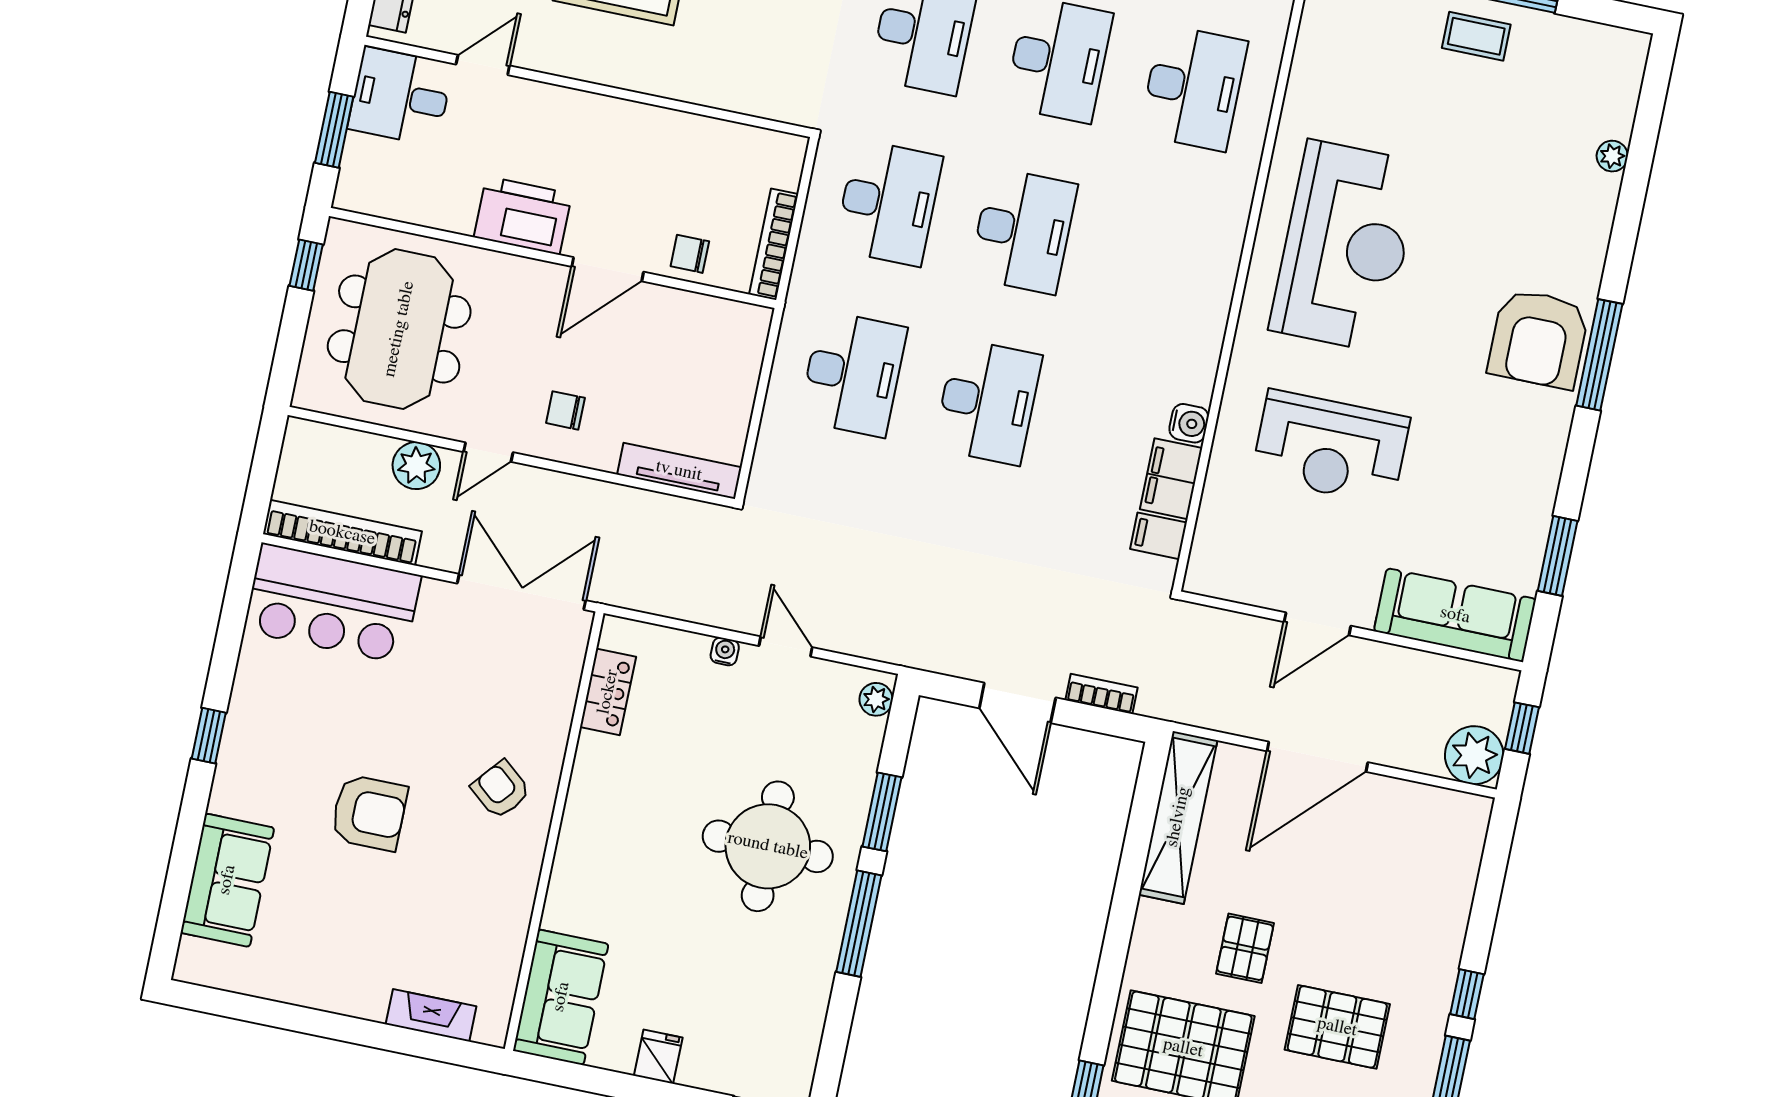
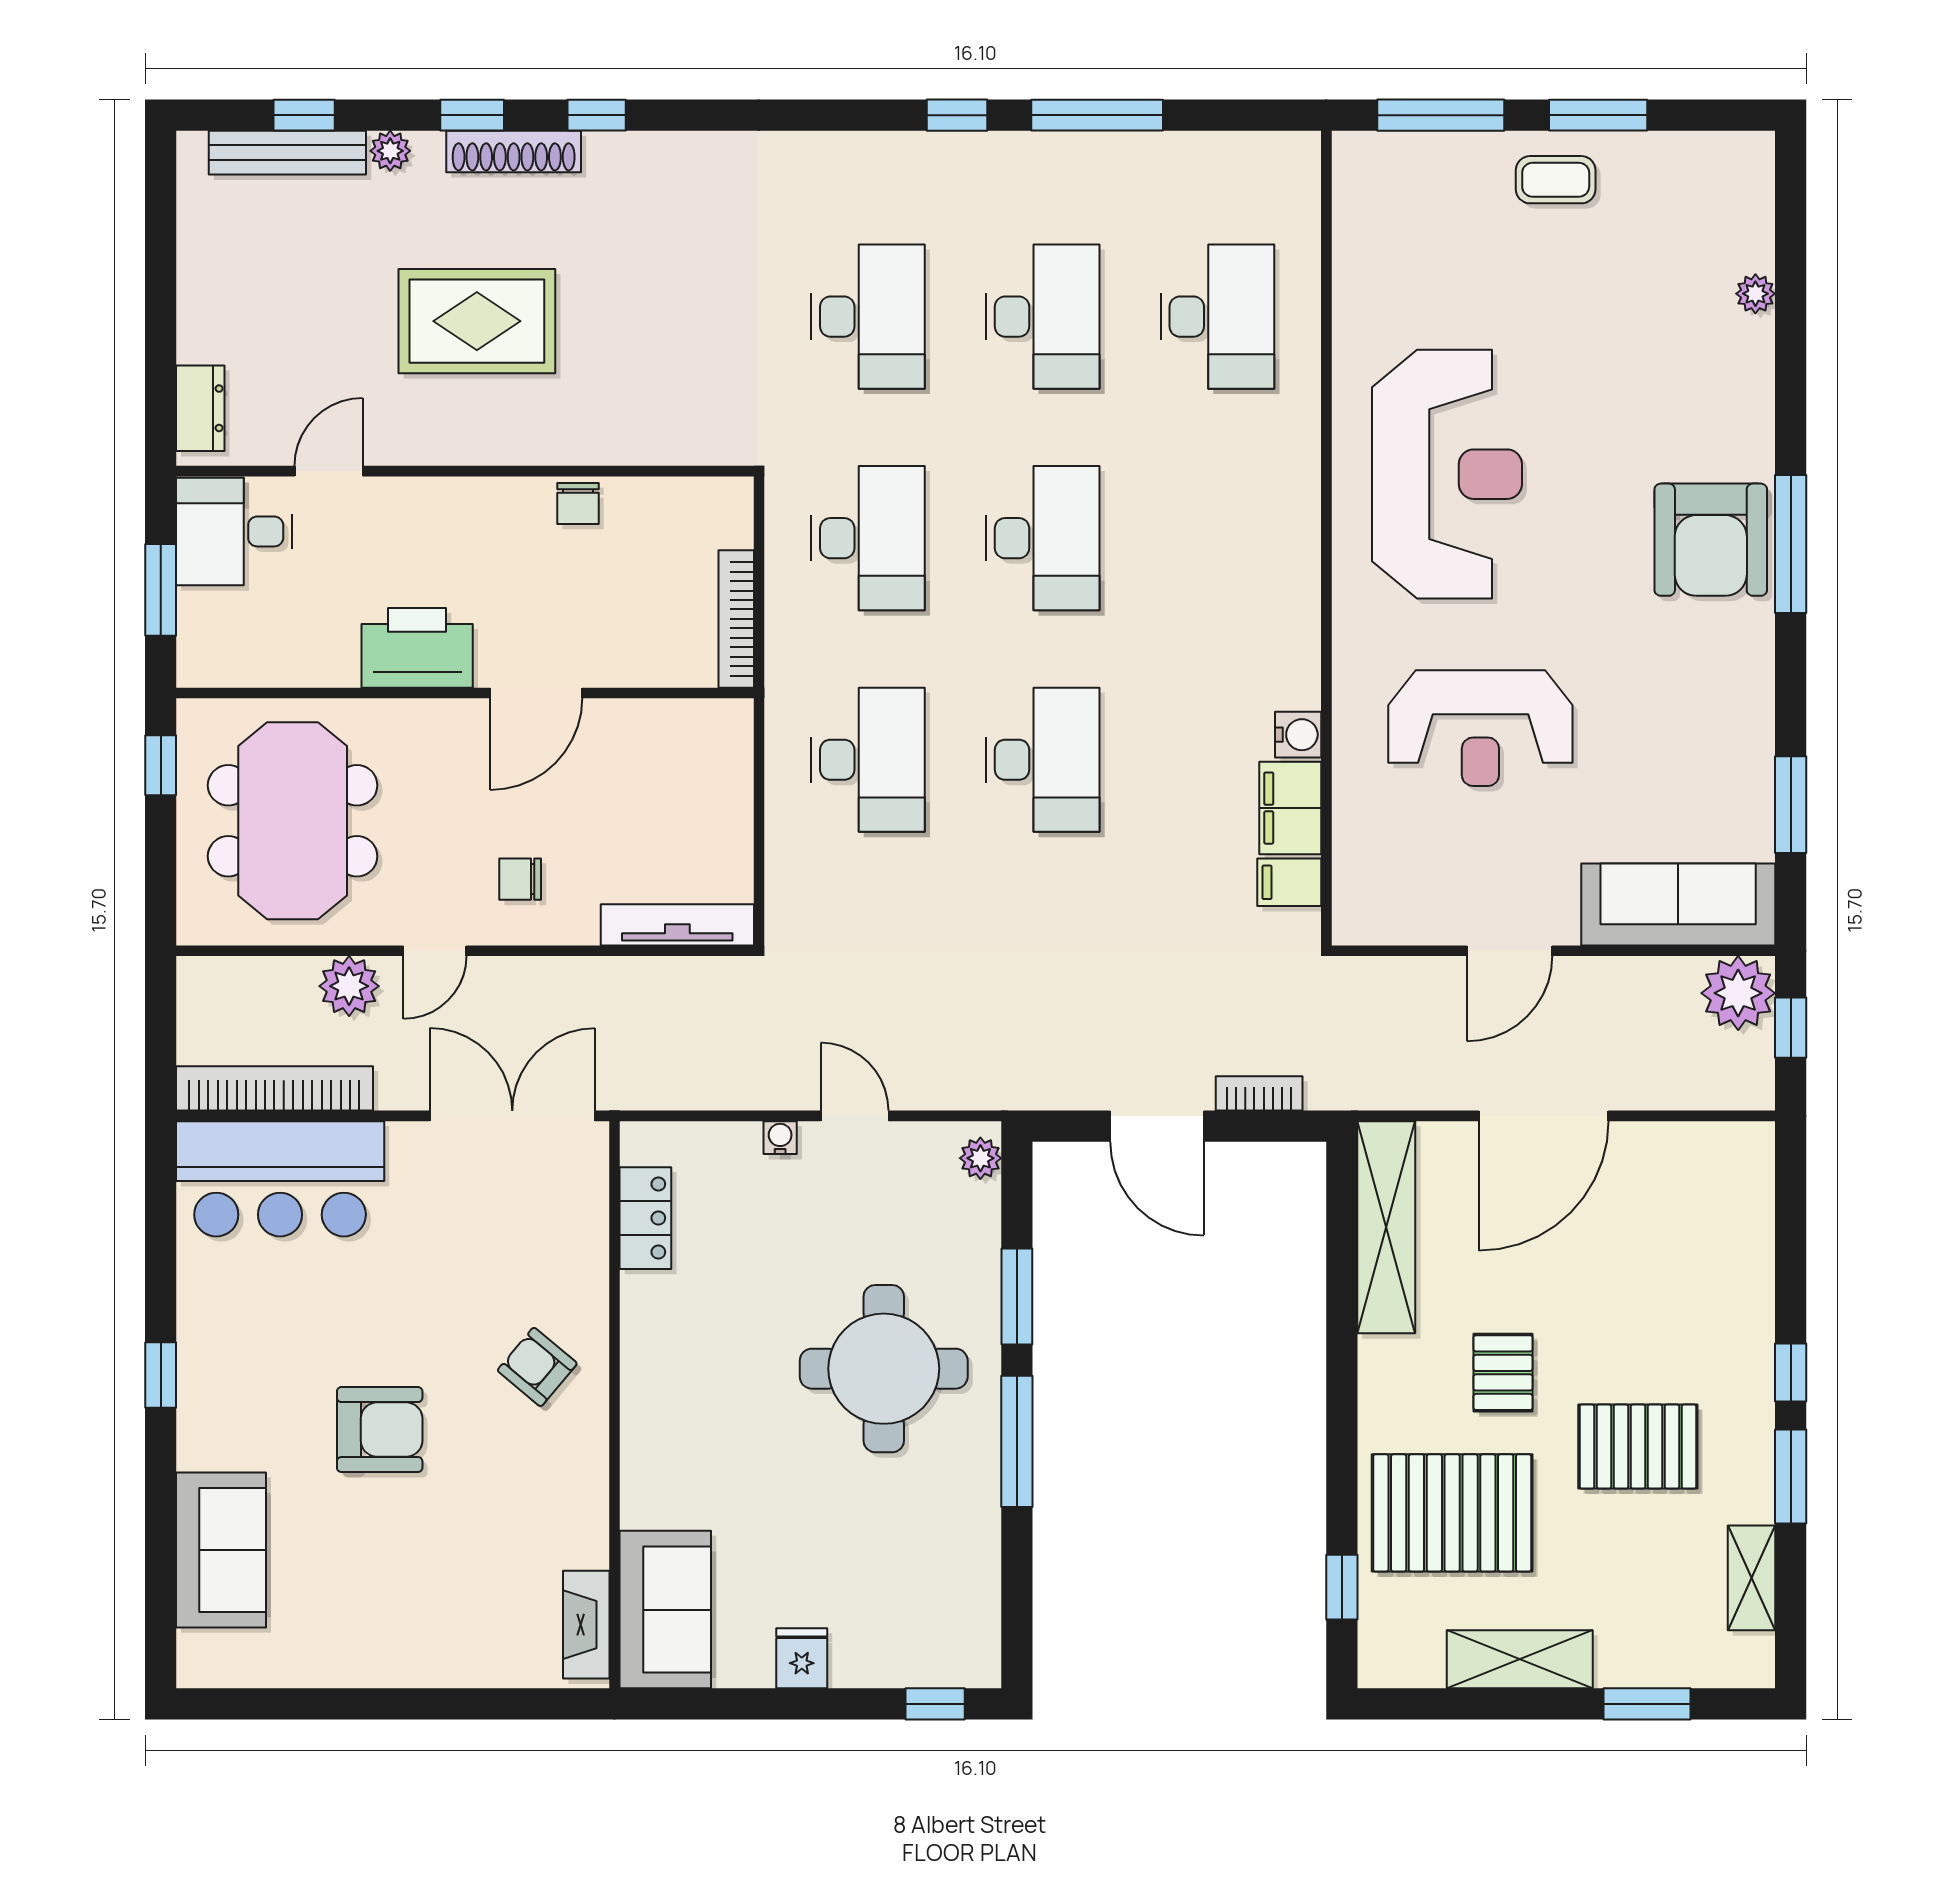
chair: (690, 254) -> (578, 503), moved, turned -90
plant: (1474, 755) -> (1738, 993), moved
fireplace: (431, 1015) -> (586, 1625), moved, turned -90

